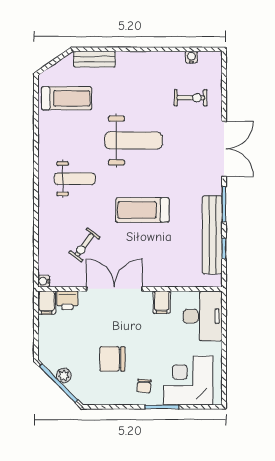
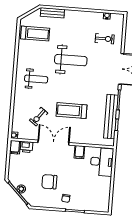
treadmill: (142, 210) -> (72, 111), moved
corner desk: (188, 380) -> (91, 197), removed

